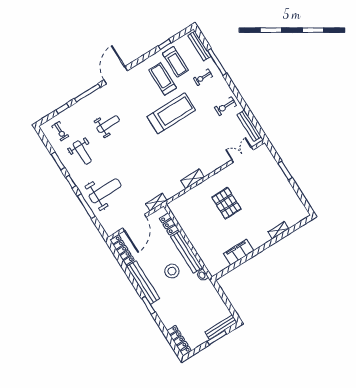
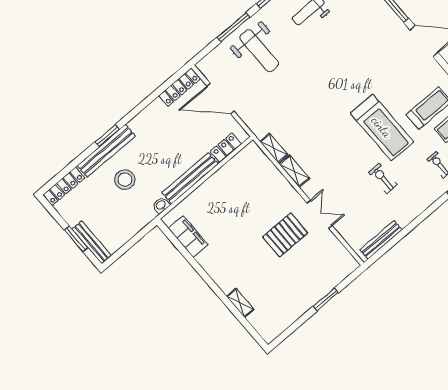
exercise bike: (225, 106) -> (383, 179), moved
weight bench: (108, 124) -> (354, 41), removed
double door: (242, 155) -> (320, 214), moved
shelving: (156, 202) -> (274, 148), moved
pallet: (226, 203) -> (285, 235), moved
filing cabinet: (239, 252) -> (188, 237), moved
stool: (172, 271) -> (125, 180), moved
bench: (143, 283) -> (106, 151), moved

